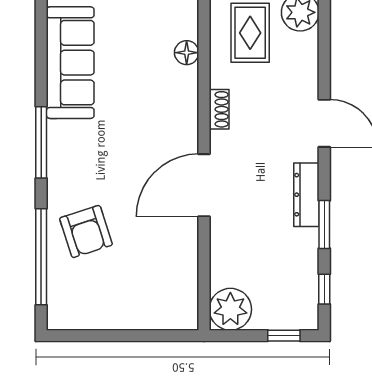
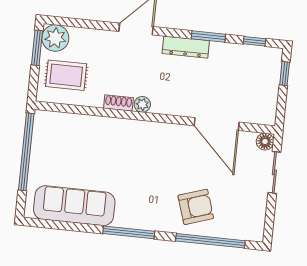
floor lamp: (187, 53) -> (265, 142), moved
door: (204, 185) -> (217, 124), moved
plant: (230, 309) -> (142, 104), moved, width x0.53, depth x0.53
sliding door: (145, 336) -> (274, 172), added

